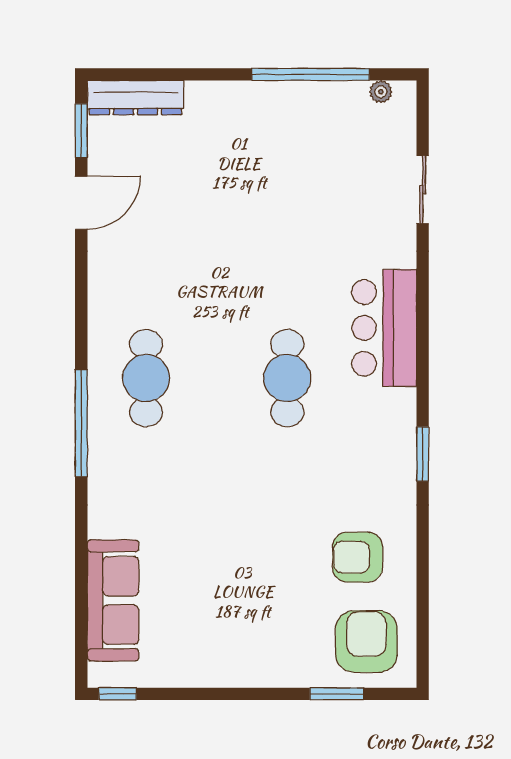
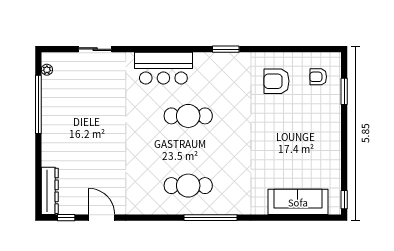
window: (81, 131) -> (66, 218), width x0.67
armchair: (358, 557) -> (277, 81), turned 90
armchair: (366, 641) -> (318, 77), width x0.53, depth x0.53

